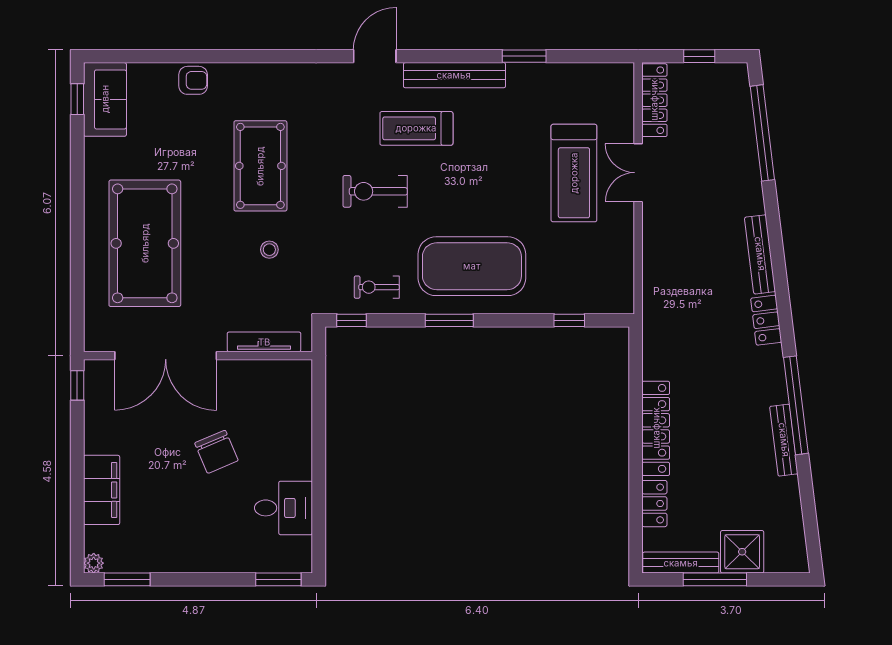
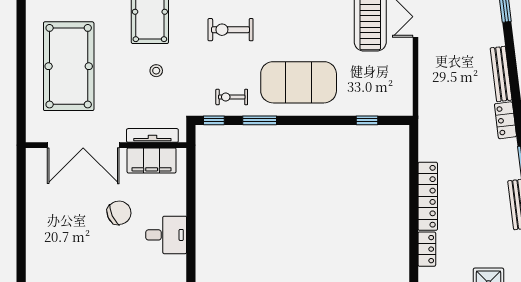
window: (449, 320) -> (260, 120), moved
window: (77, 385) -> (21, 166), removed
chair: (216, 452) -> (119, 213), turned -92
filing cabinet: (102, 490) -> (152, 160), moved, turned 90
desk: (283, 508) -> (166, 235), moved

